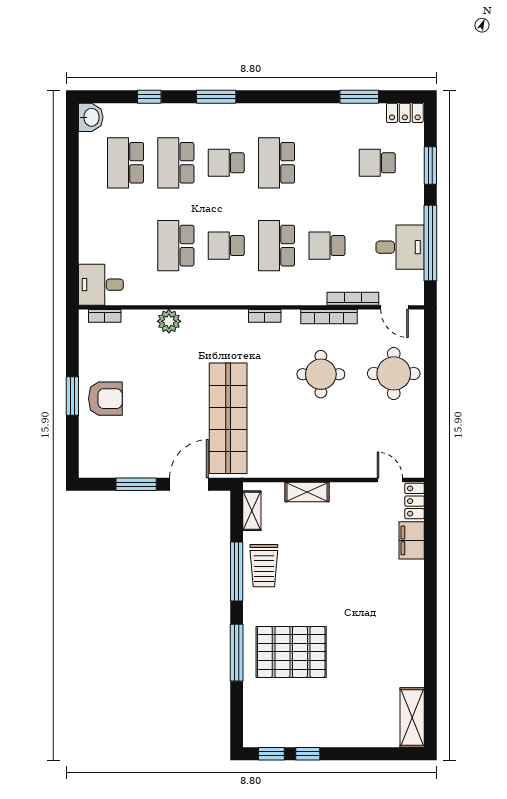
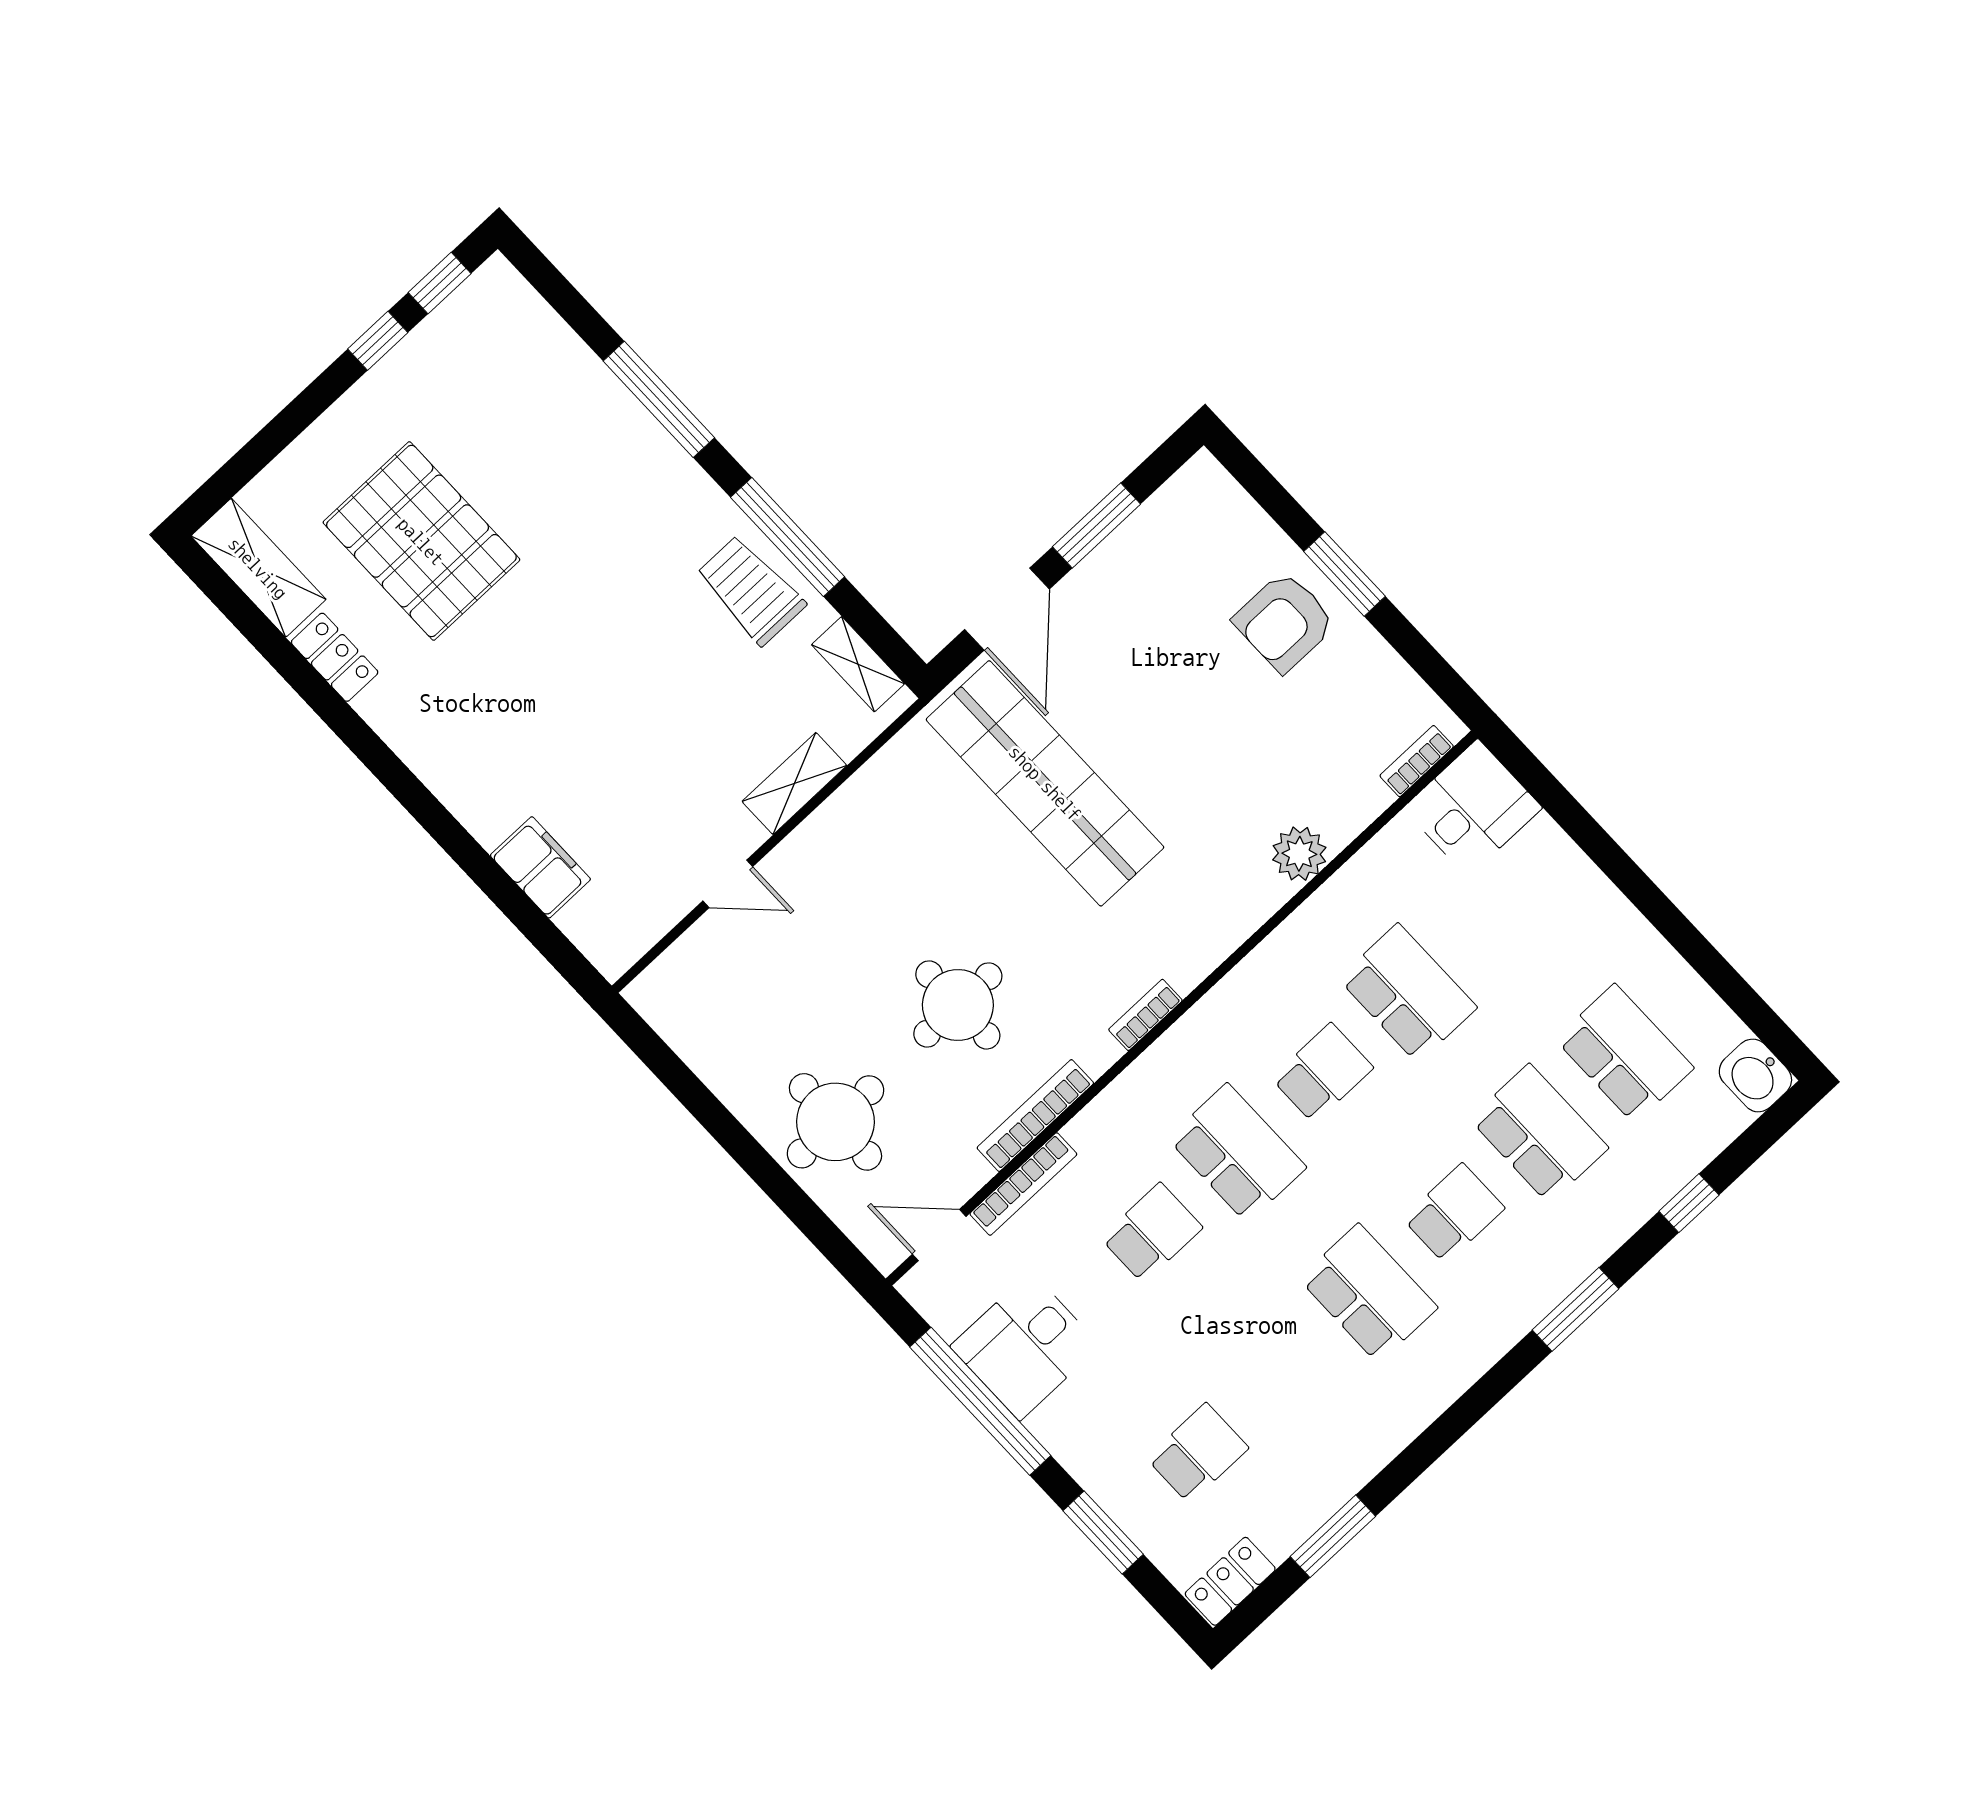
door: (390, 480) -> (728, 884), moved
locker: (415, 501) -> (335, 657), moved
pallet: (291, 652) -> (421, 541), moved, turned 90

